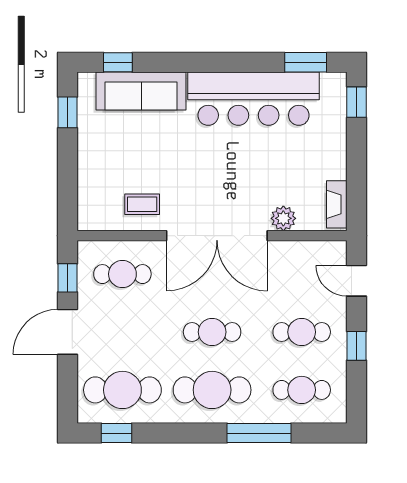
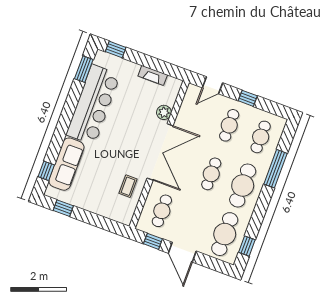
fireplace: (337, 204) -> (153, 75), moved

